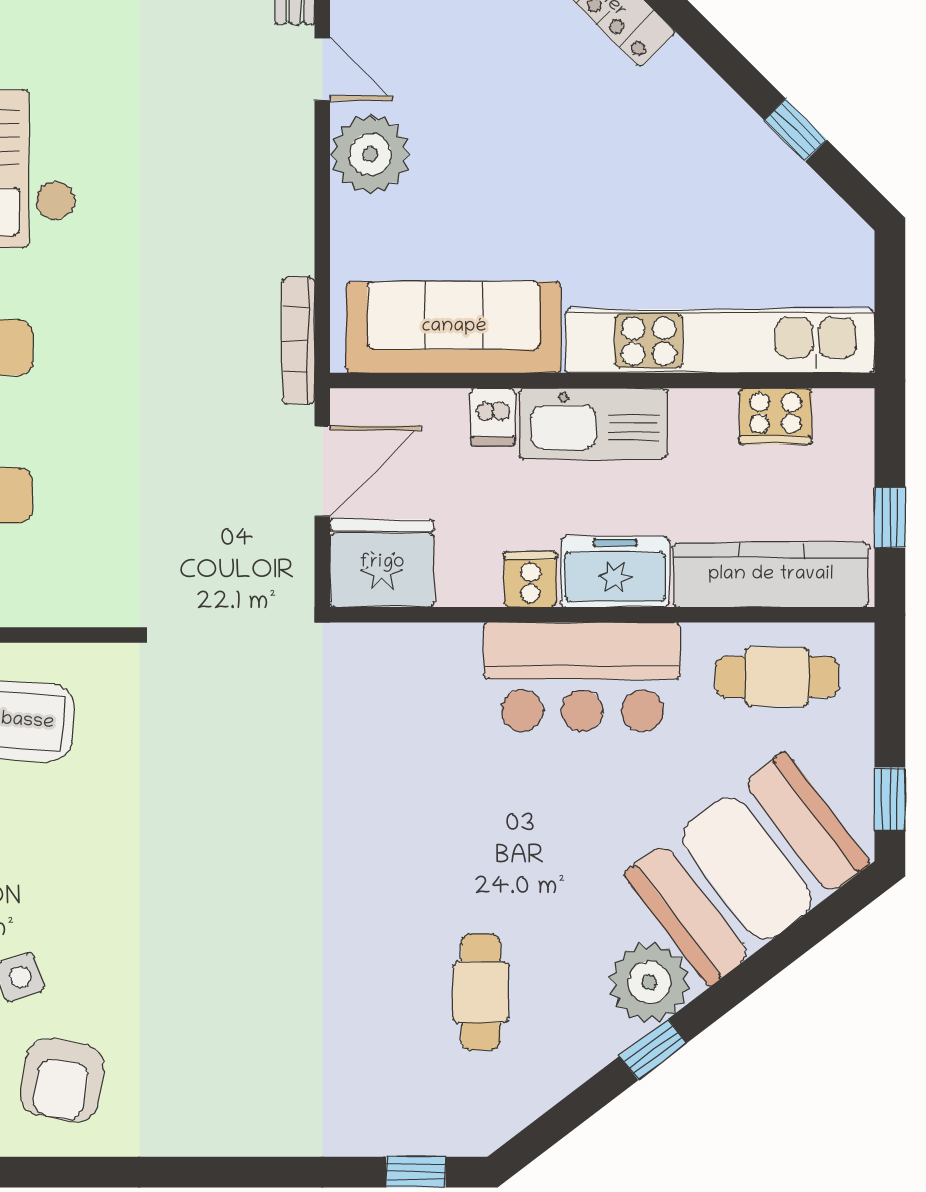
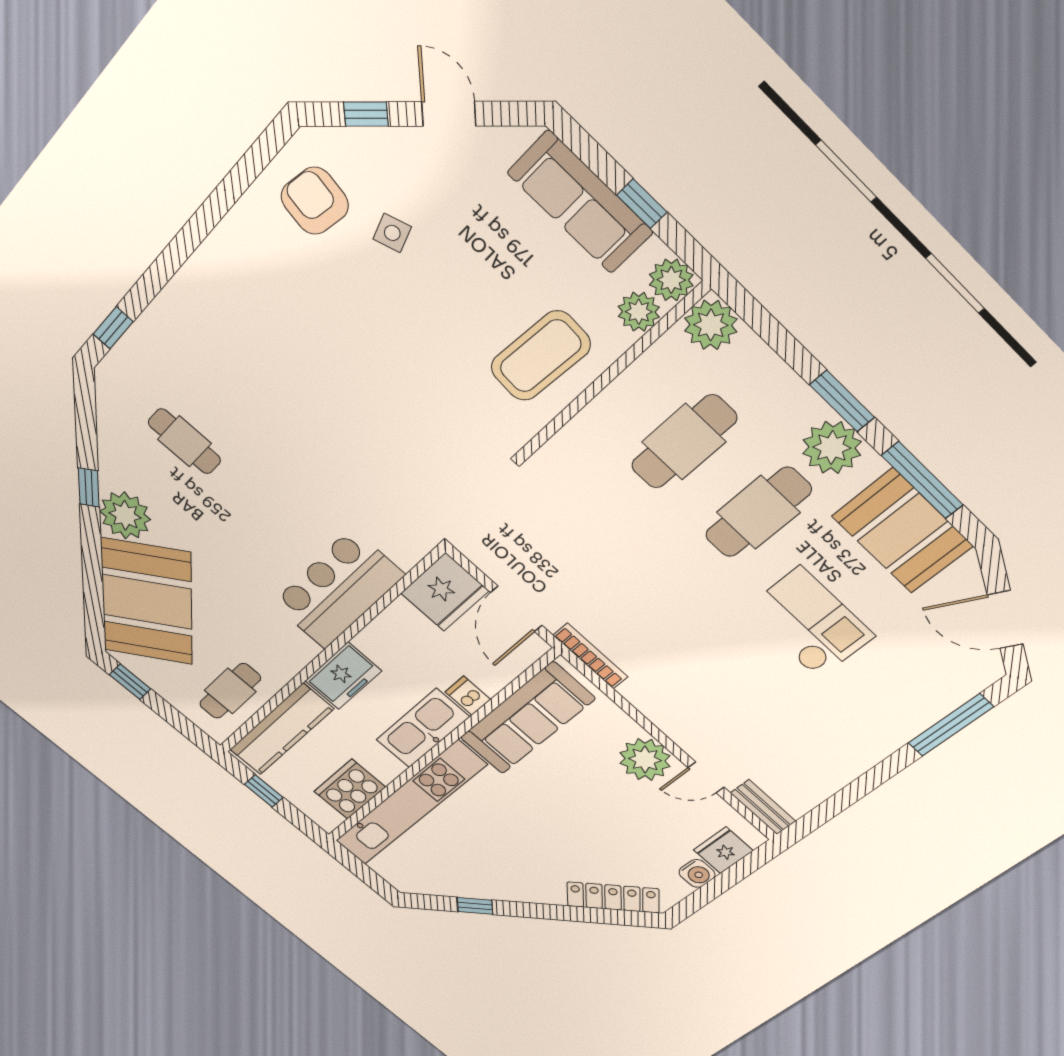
cooker: (775, 416) -> (350, 789), width x1.37, depth x1.31
cooker: (530, 579) -> (374, 642), removed
bar counter: (582, 677) -> (338, 589), moved

